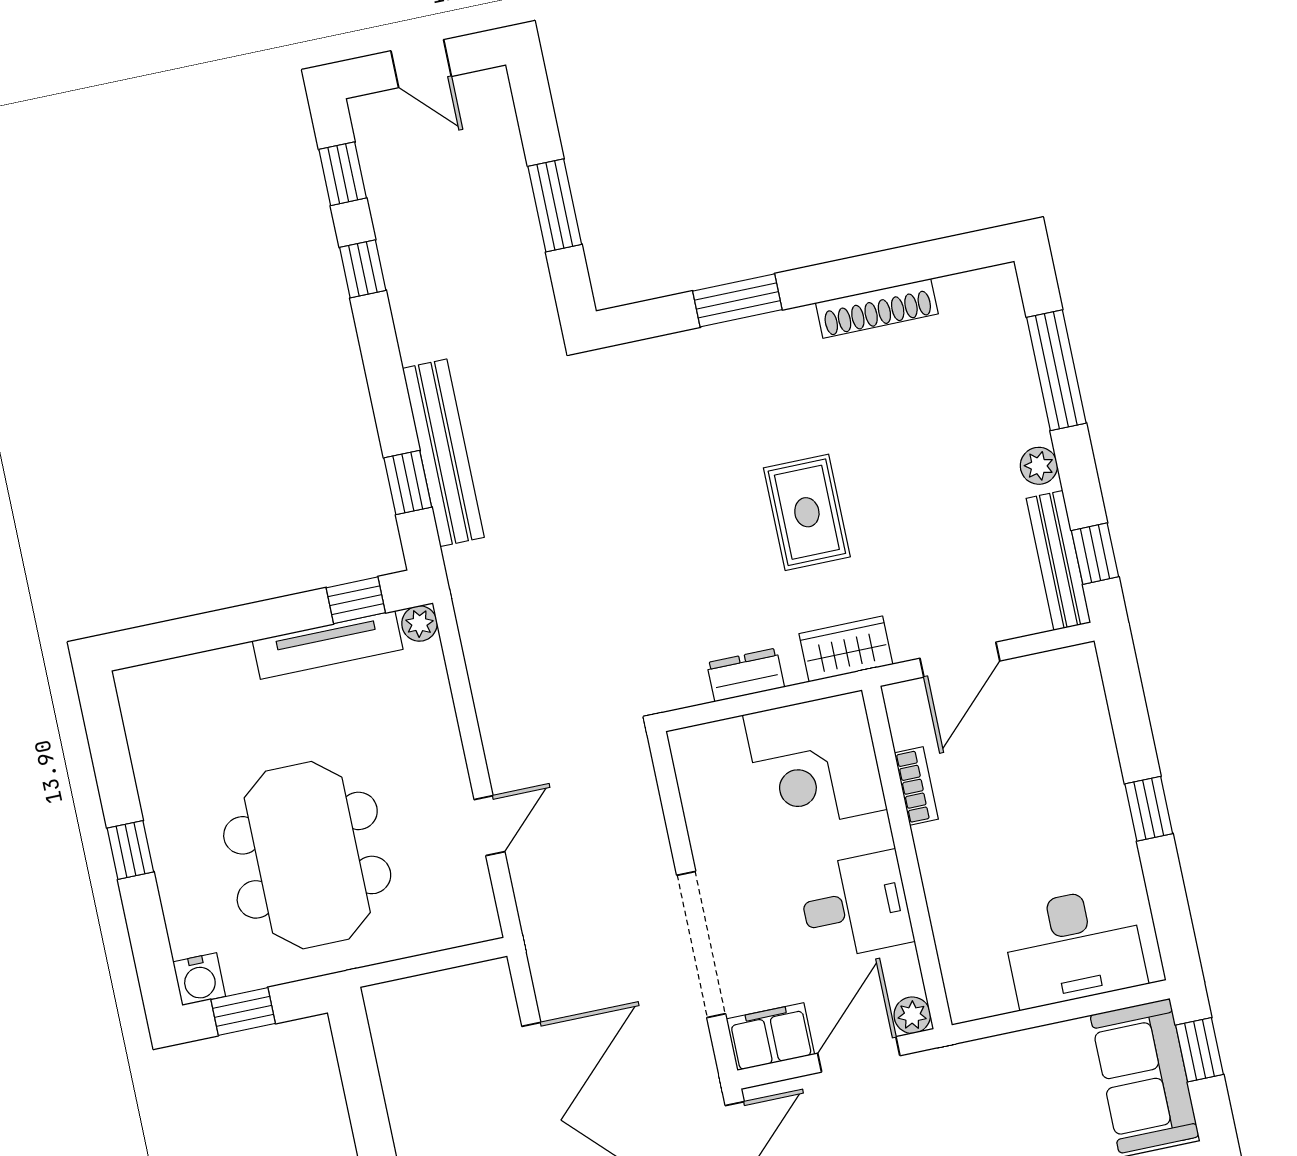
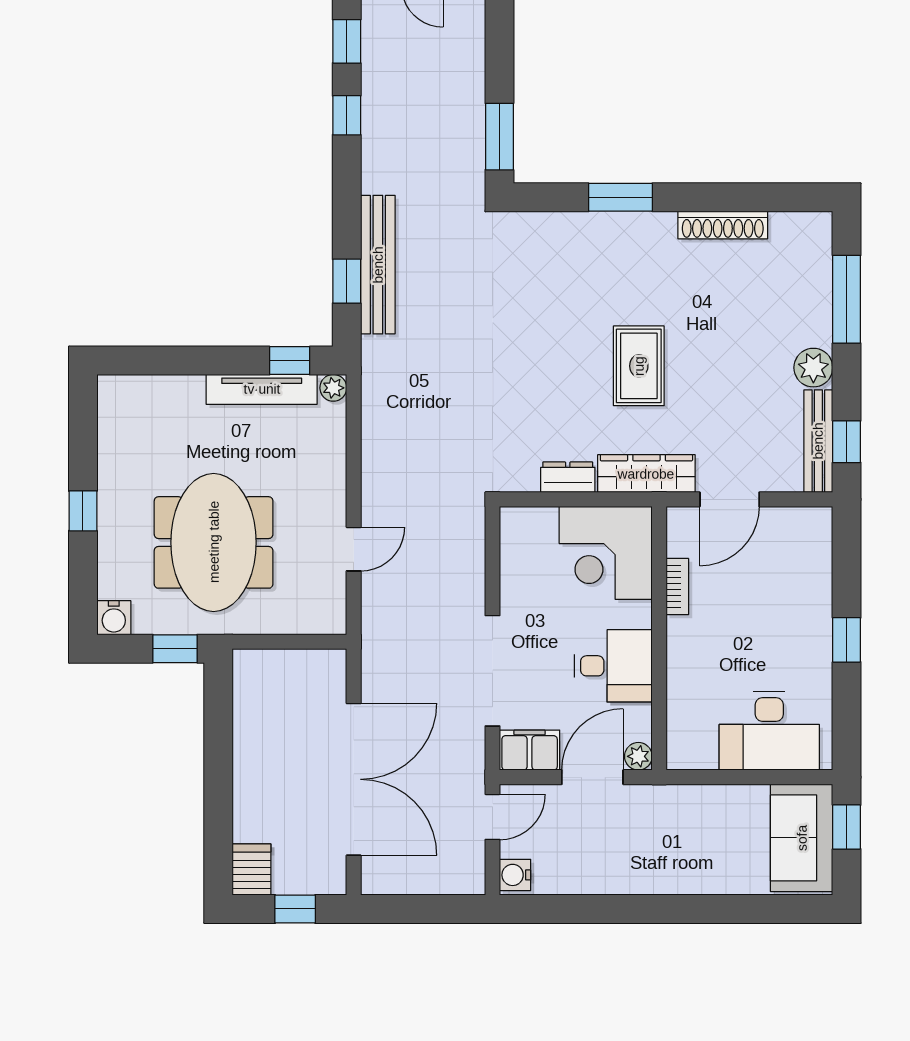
window: (555, 205) -> (499, 137), moved
plant: (1039, 466) -> (813, 368), width x1.38, depth x1.38
wardrobe: (846, 649) -> (646, 474), width x1.50
window: (243, 1011) -> (175, 649), moved

